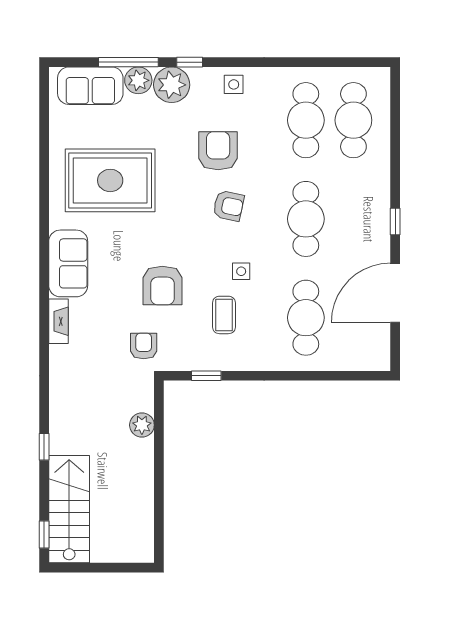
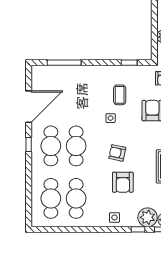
cafe table: (306, 318) -> (51, 146), moved
window: (328, 376) -> (64, 63), added

